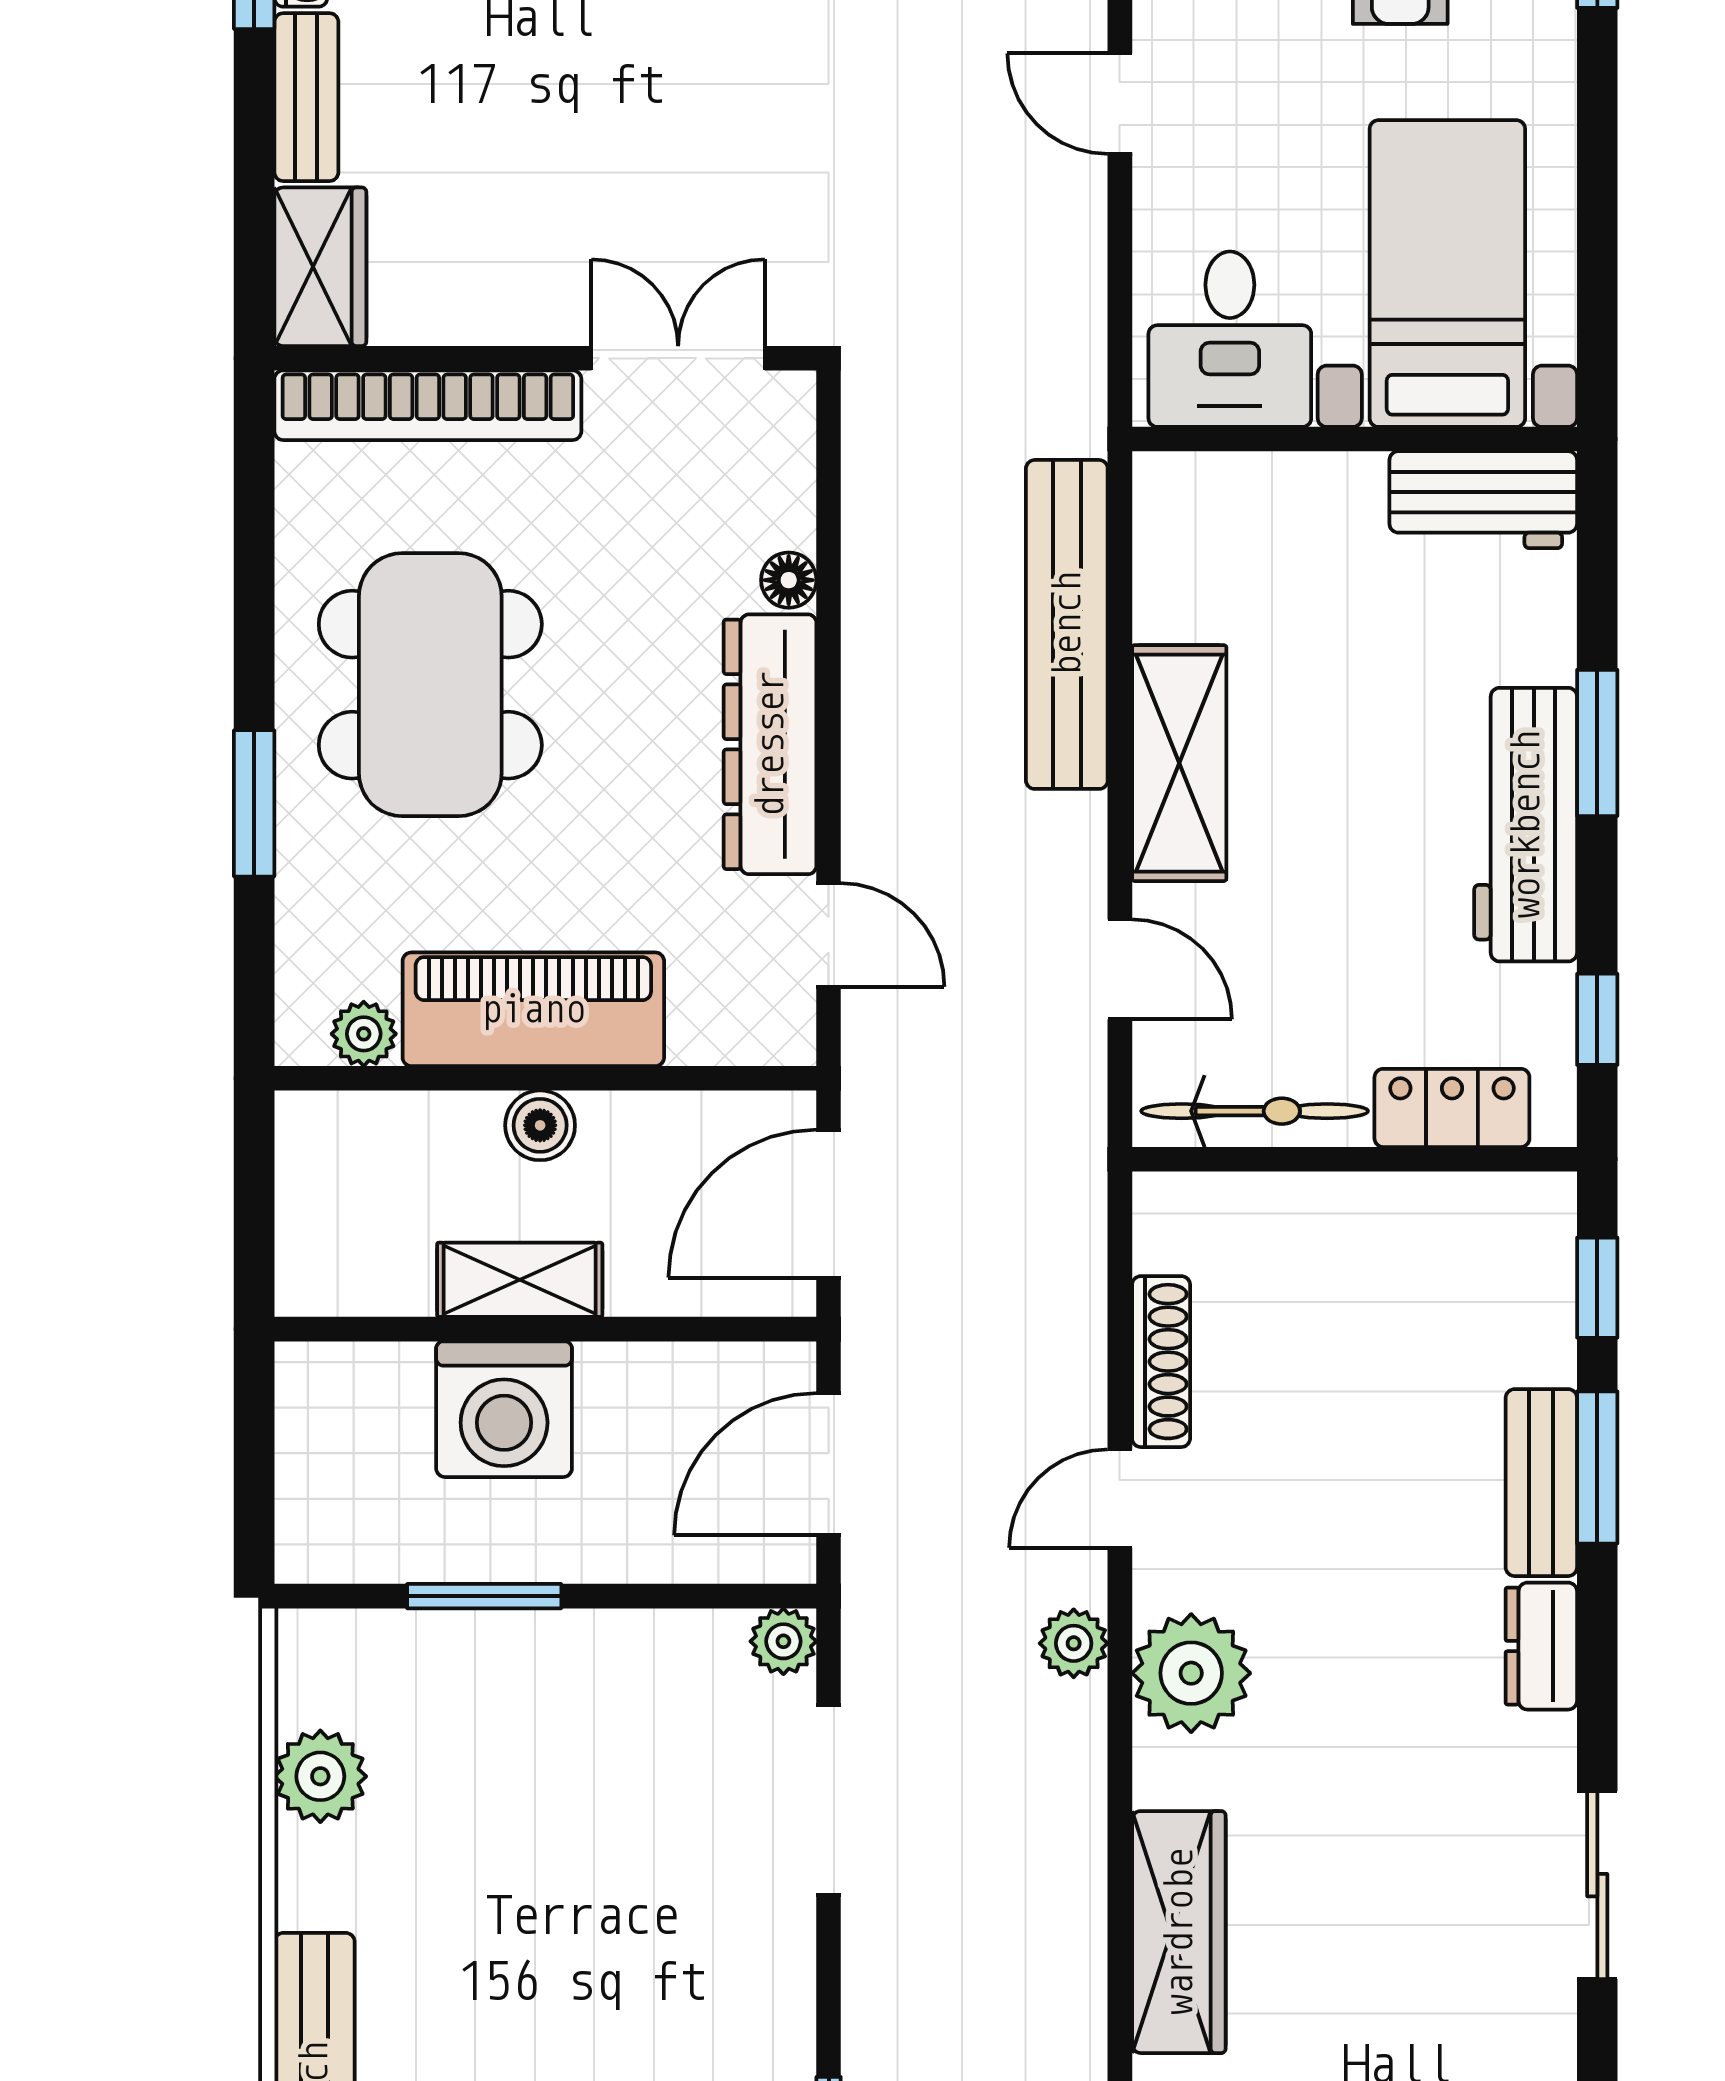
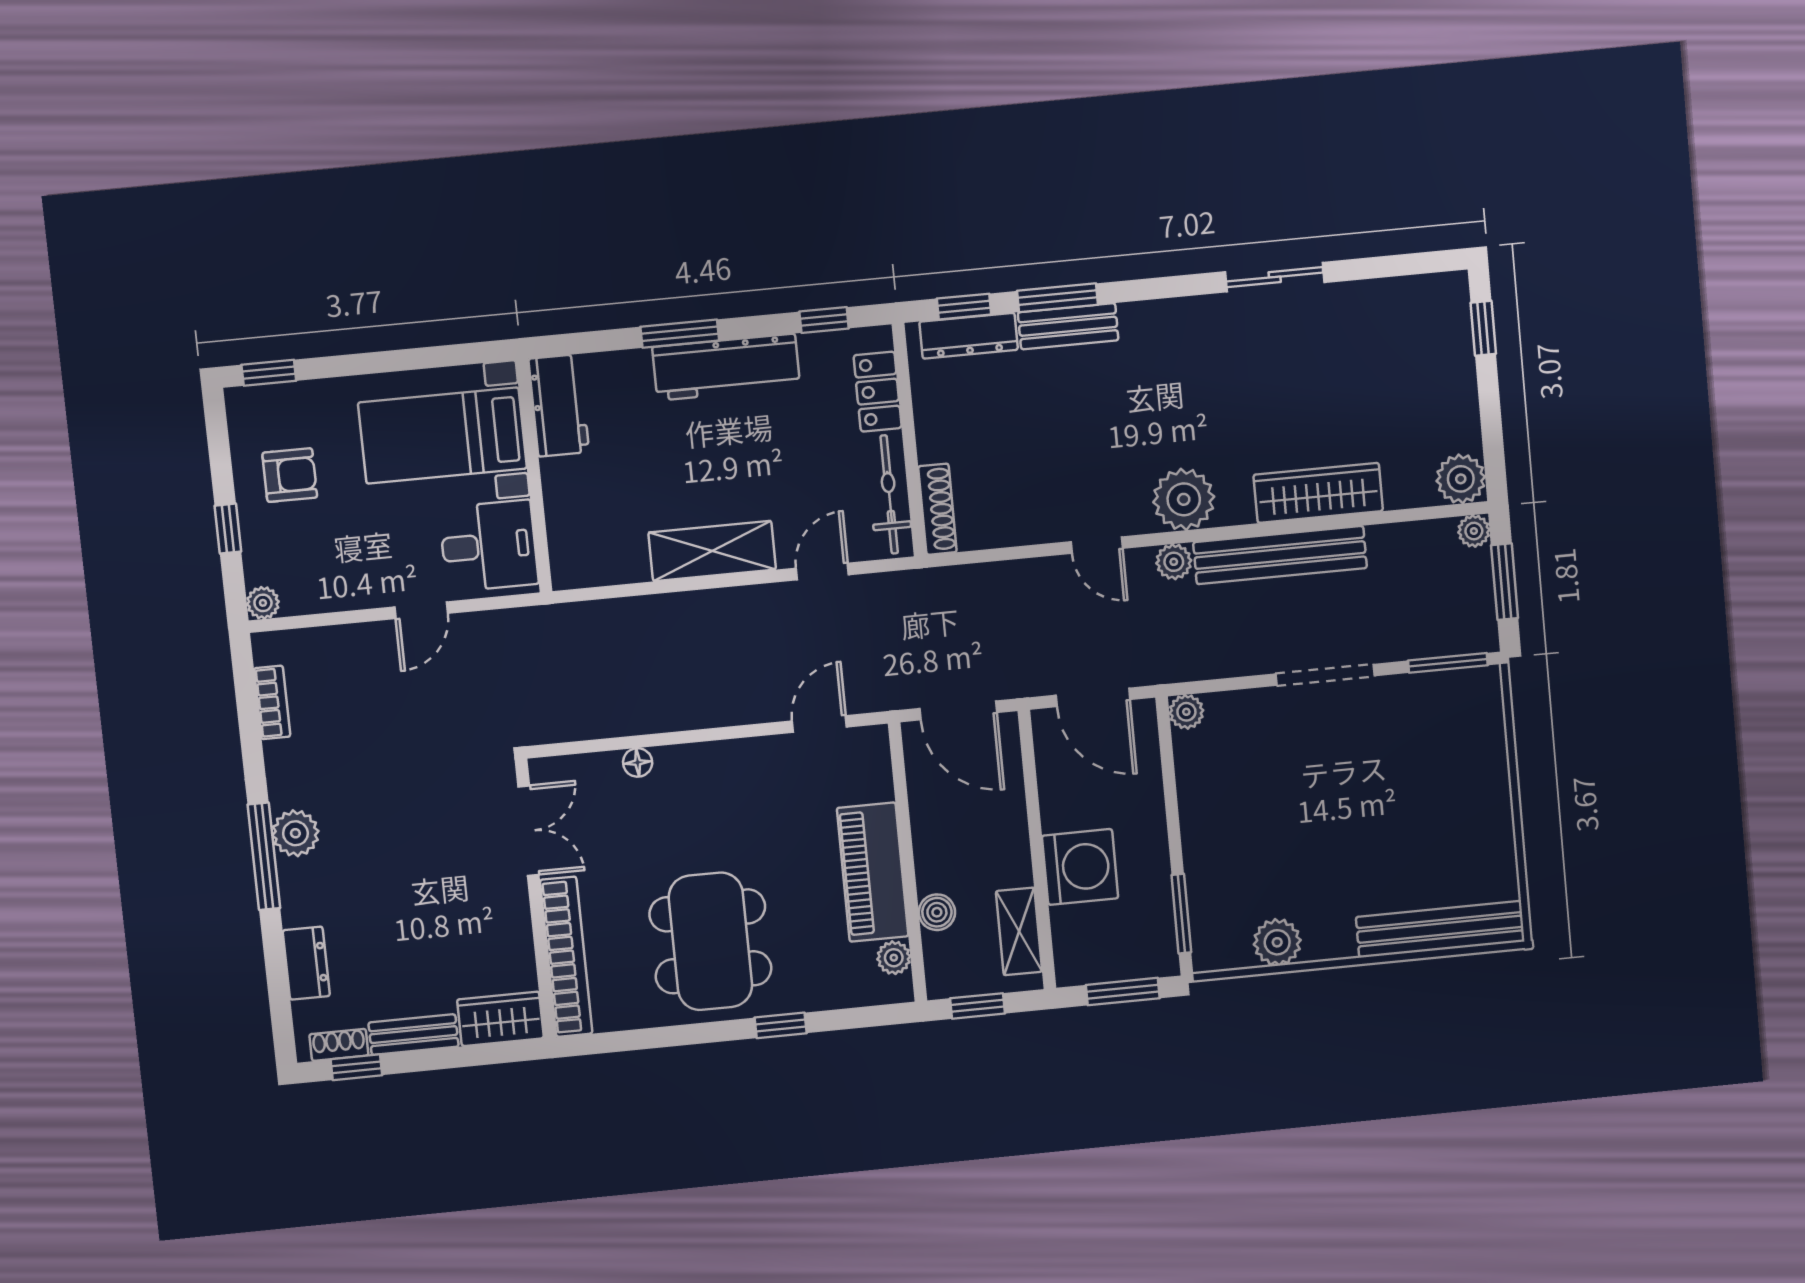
door: (1120, 104) -> (421, 610), moved
double door: (678, 358) -> (528, 831), swing flipped
bench: (1067, 624) -> (1280, 555), moved
dining table: (430, 685) -> (710, 941), turned 90
dresser: (770, 744) -> (724, 764), removed
window: (254, 803) -> (781, 1025), width x0.67
boiler: (540, 1125) -> (937, 912), moved
window: (254, 1186) -> (977, 1006), added
shelving: (520, 1280) -> (1019, 931), moved
shoe rack: (1161, 1362) -> (937, 509), moved, turned 90
window: (254, 1469) -> (1123, 992), added
window: (484, 1596) -> (1181, 914), moved
dresser: (1541, 1646) -> (969, 336), moved, width x1.44
doorway: (829, 1800) -> (1325, 675), moved

